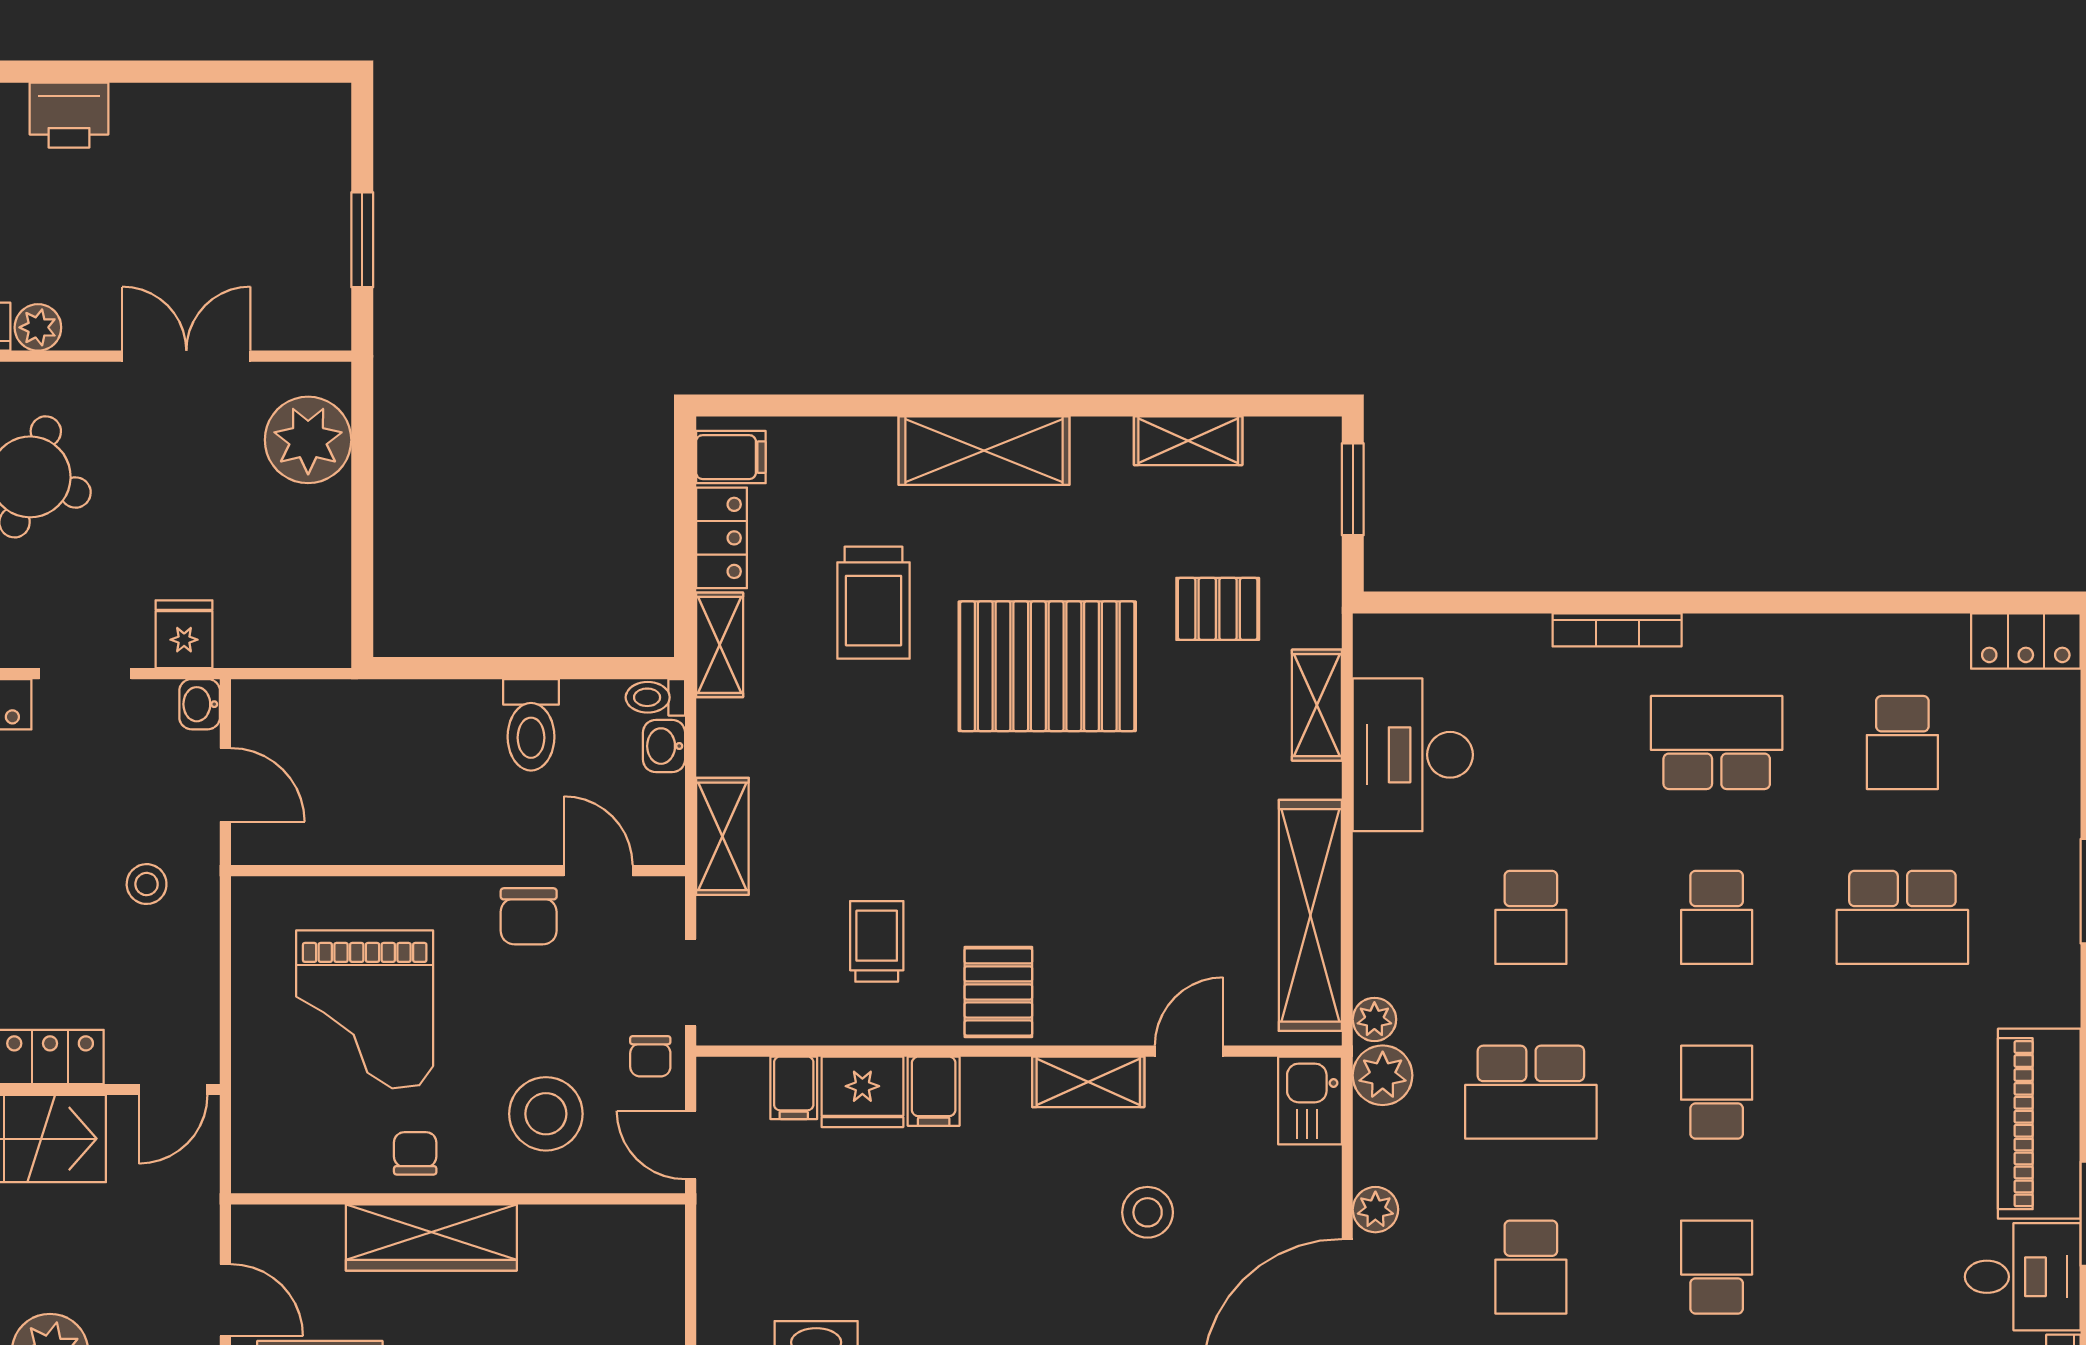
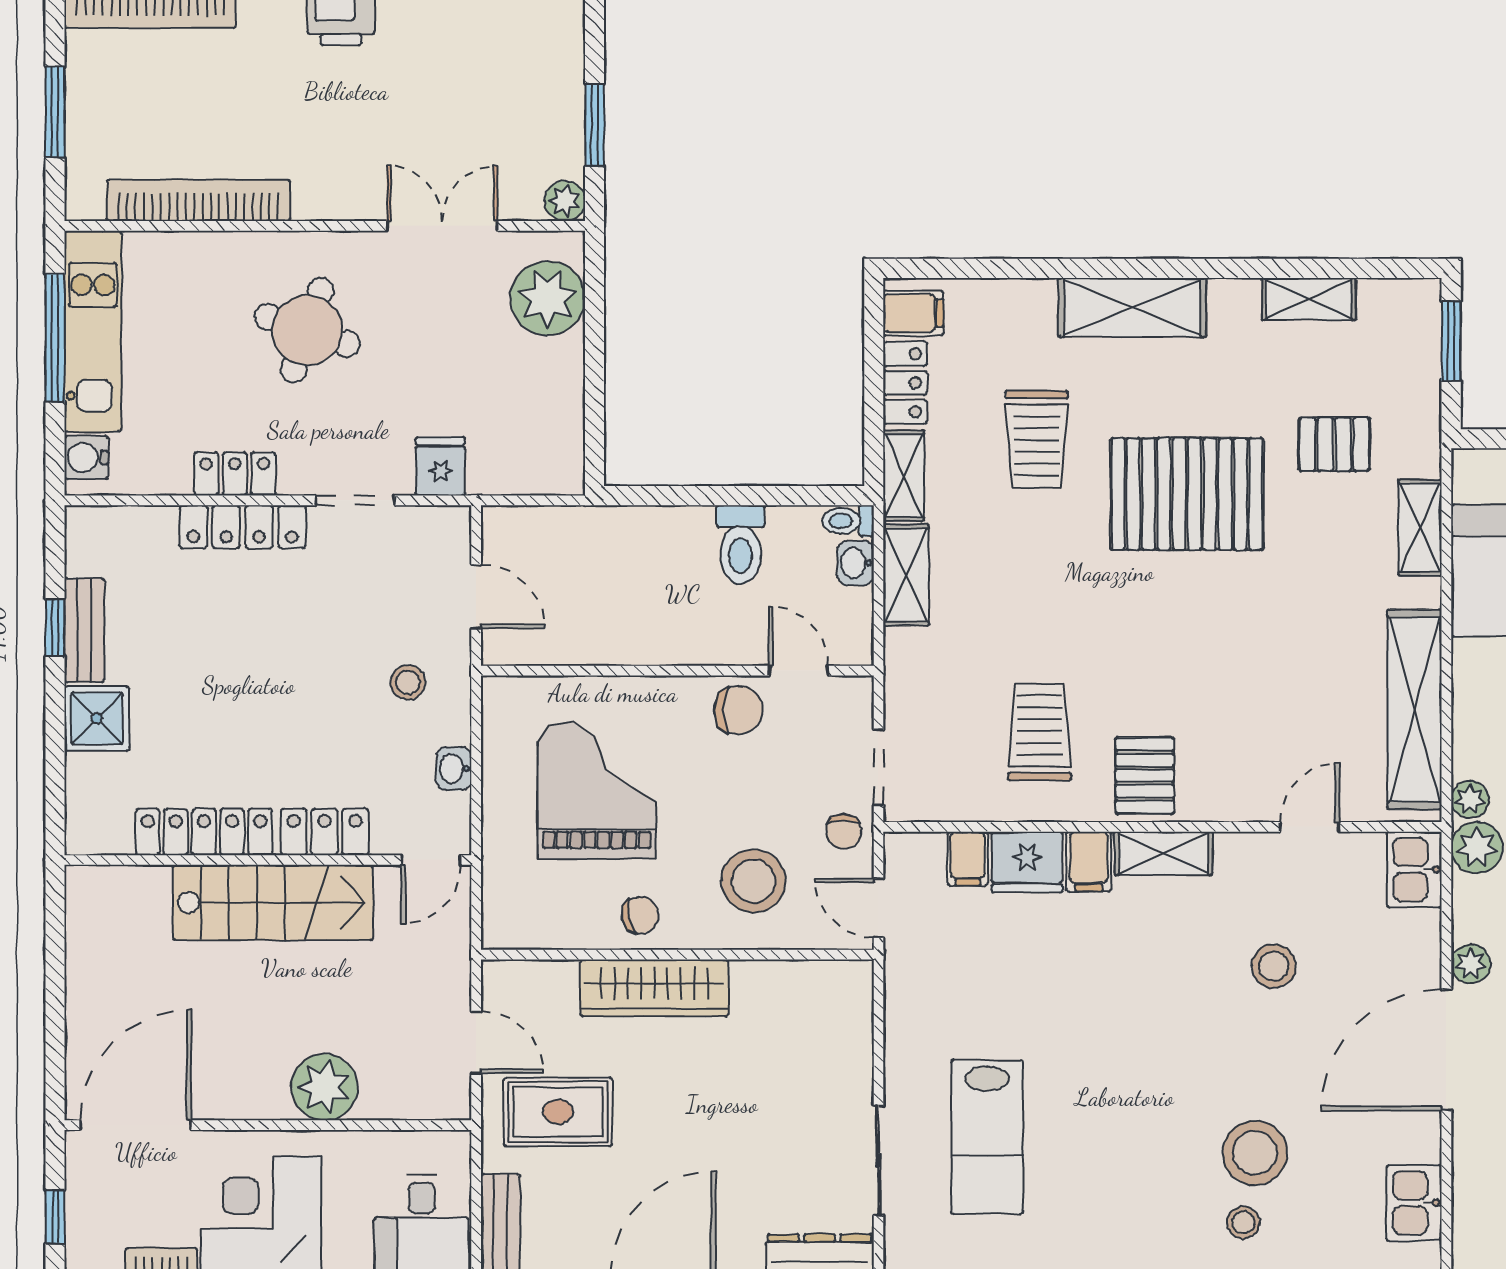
plant: (38, 327) -> (565, 201), moved
washbasin: (200, 704) -> (454, 769), moved
shelving: (722, 836) -> (906, 575), moved
chair: (529, 916) -> (738, 710), turned -90
trolley: (877, 941) -> (1039, 732), width x1.36, depth x1.39
grand piano: (365, 1009) -> (597, 791), turned 180
shelving: (1088, 1082) -> (1163, 853), moved
chair: (415, 1153) -> (640, 915), turned 77

